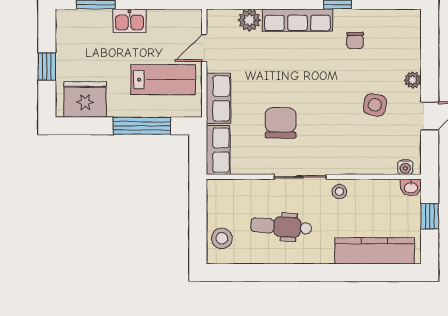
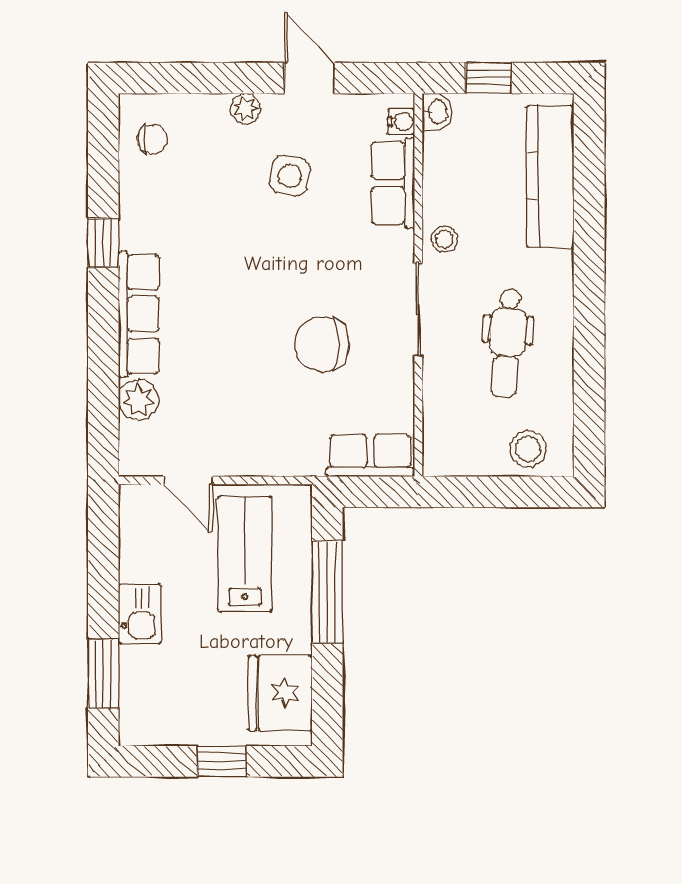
chair: (355, 40) -> (152, 139), moved
row of seats: (218, 98) -> (393, 183), moved, turned -90

